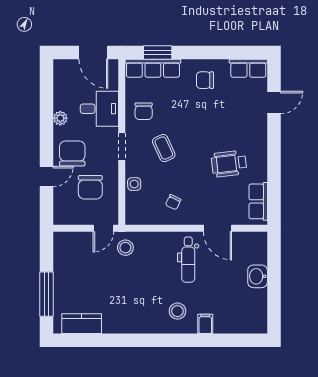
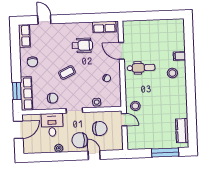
coffee table: (164, 148) -> (67, 73), moved
wheelchair: (229, 164) -> (82, 45), turned -83
door: (217, 228) -> (121, 51), swing flipped
washbasin: (258, 276) -> (150, 26), removed

